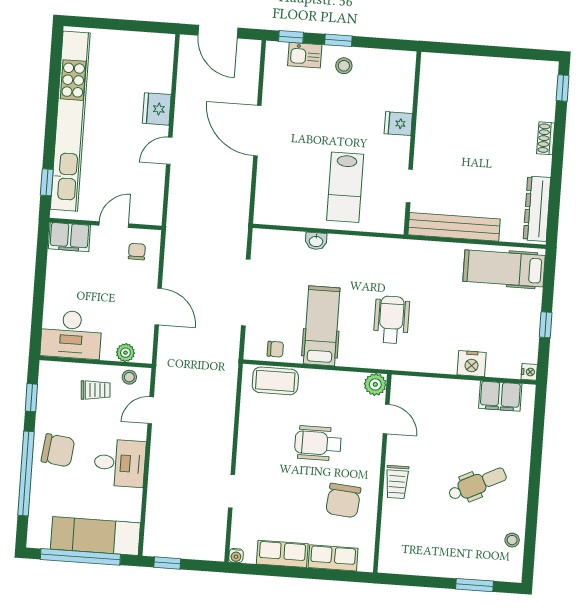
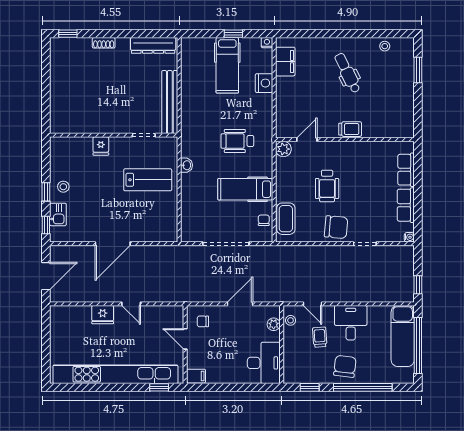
filing cabinet: (69, 237) -> (196, 376), width x0.50
washbasin: (316, 241) -> (187, 165), moved
hospital bed: (504, 268) -> (227, 65), moved
trolley: (96, 390) -> (320, 337), moved
chair: (343, 501) -> (336, 227), moved

